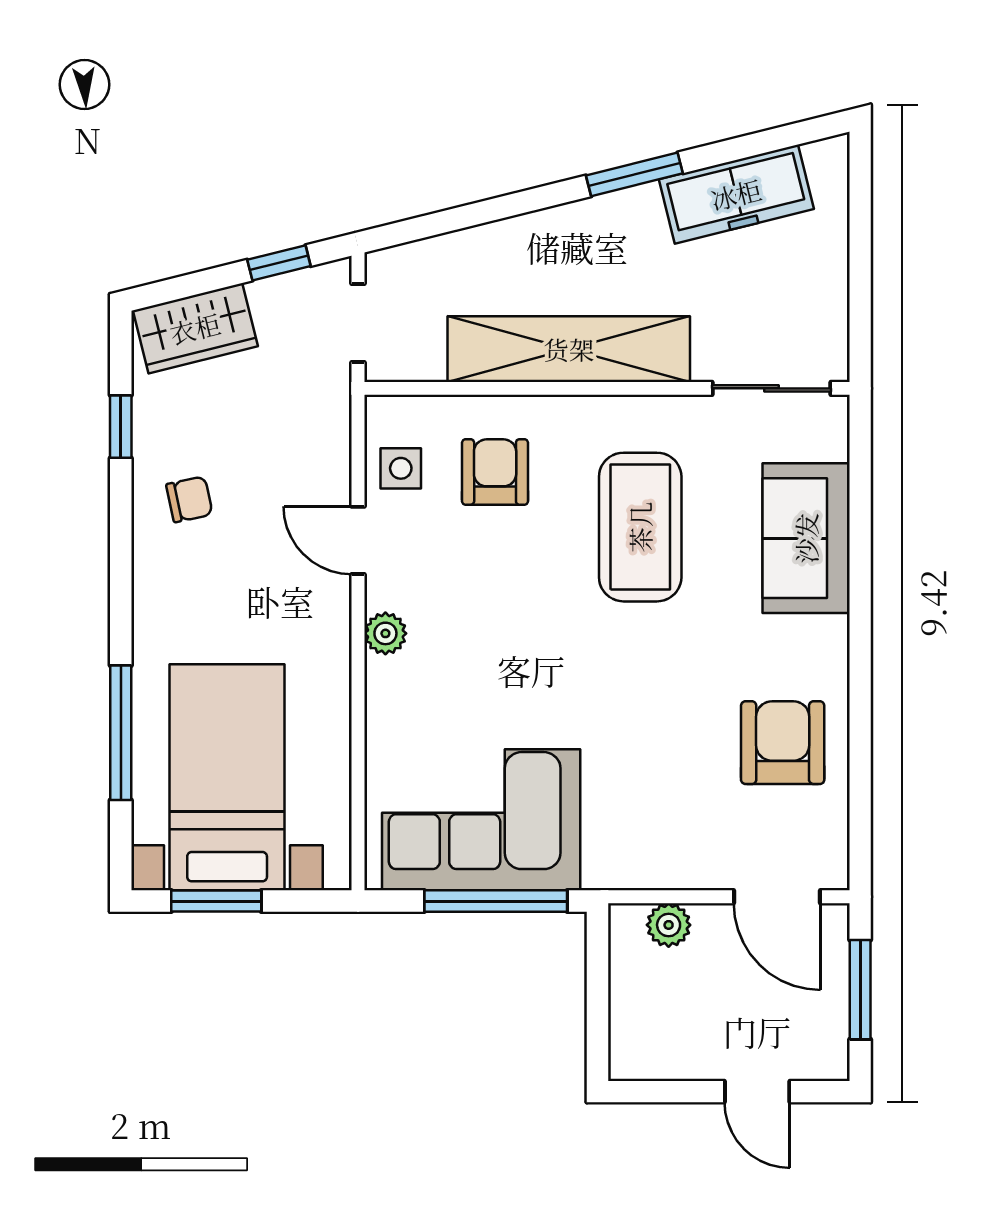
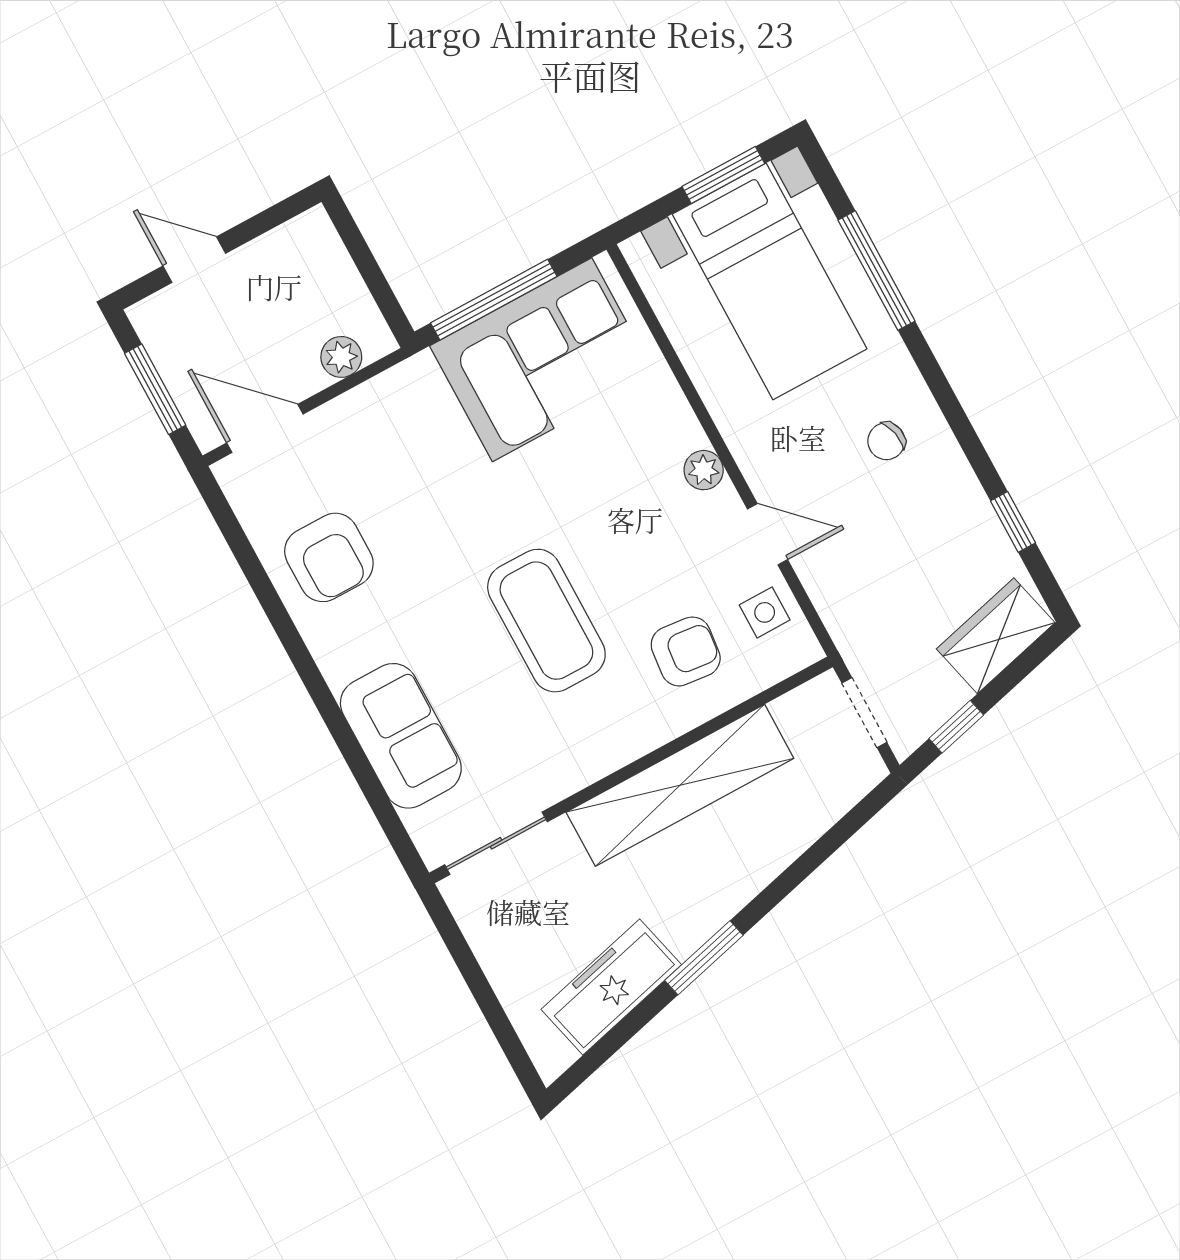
armchair: (495, 472) -> (686, 651), turned -84
chair: (189, 499) -> (886, 441), moved
coffee table: (640, 527) -> (546, 621), moved

